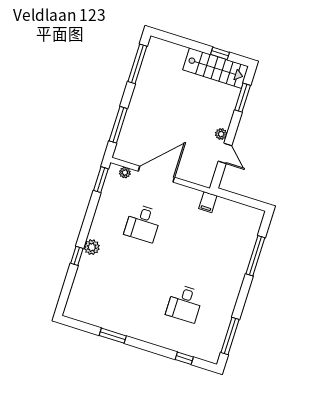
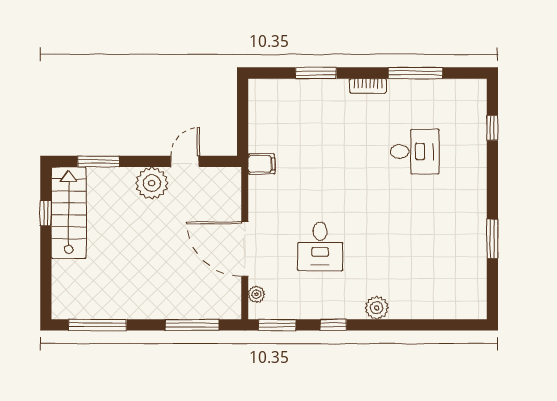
plant: (221, 134) -> (152, 183), width x1.88, depth x1.88
desk: (143, 223) -> (320, 246), turned 90
window: (77, 256) -> (333, 325), moved
window: (255, 256) -> (316, 73), width x0.69
bookcase: (237, 287) -> (368, 86), added
window: (230, 336) -> (415, 73), moved

